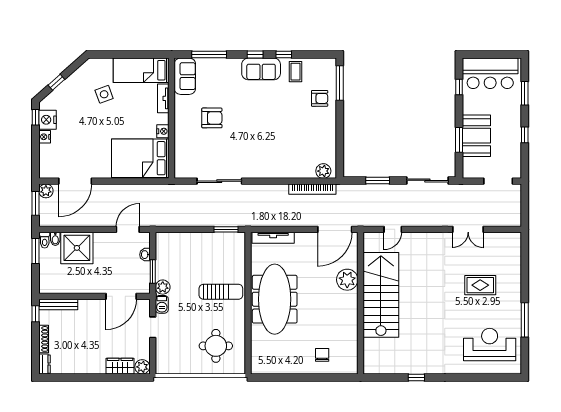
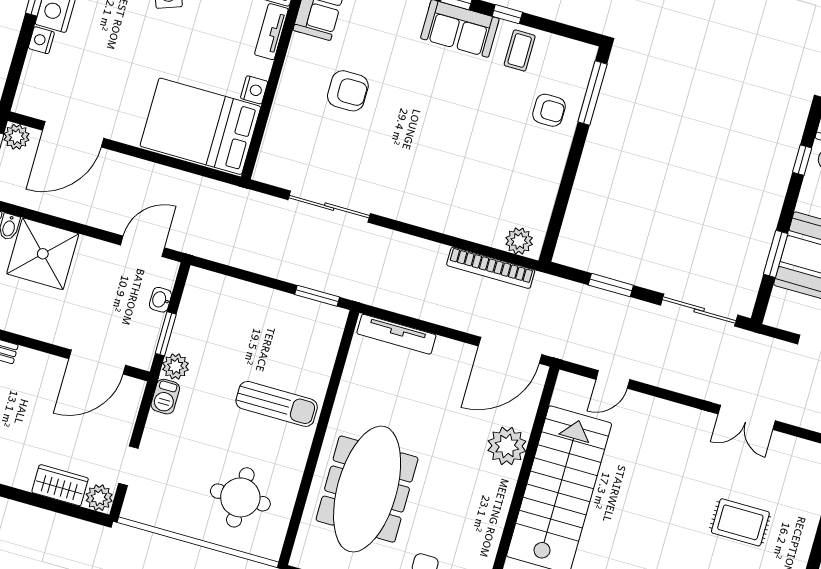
meeting table: (275, 299) -> (367, 489), moved
doorway: (153, 327) -> (128, 466), moved

